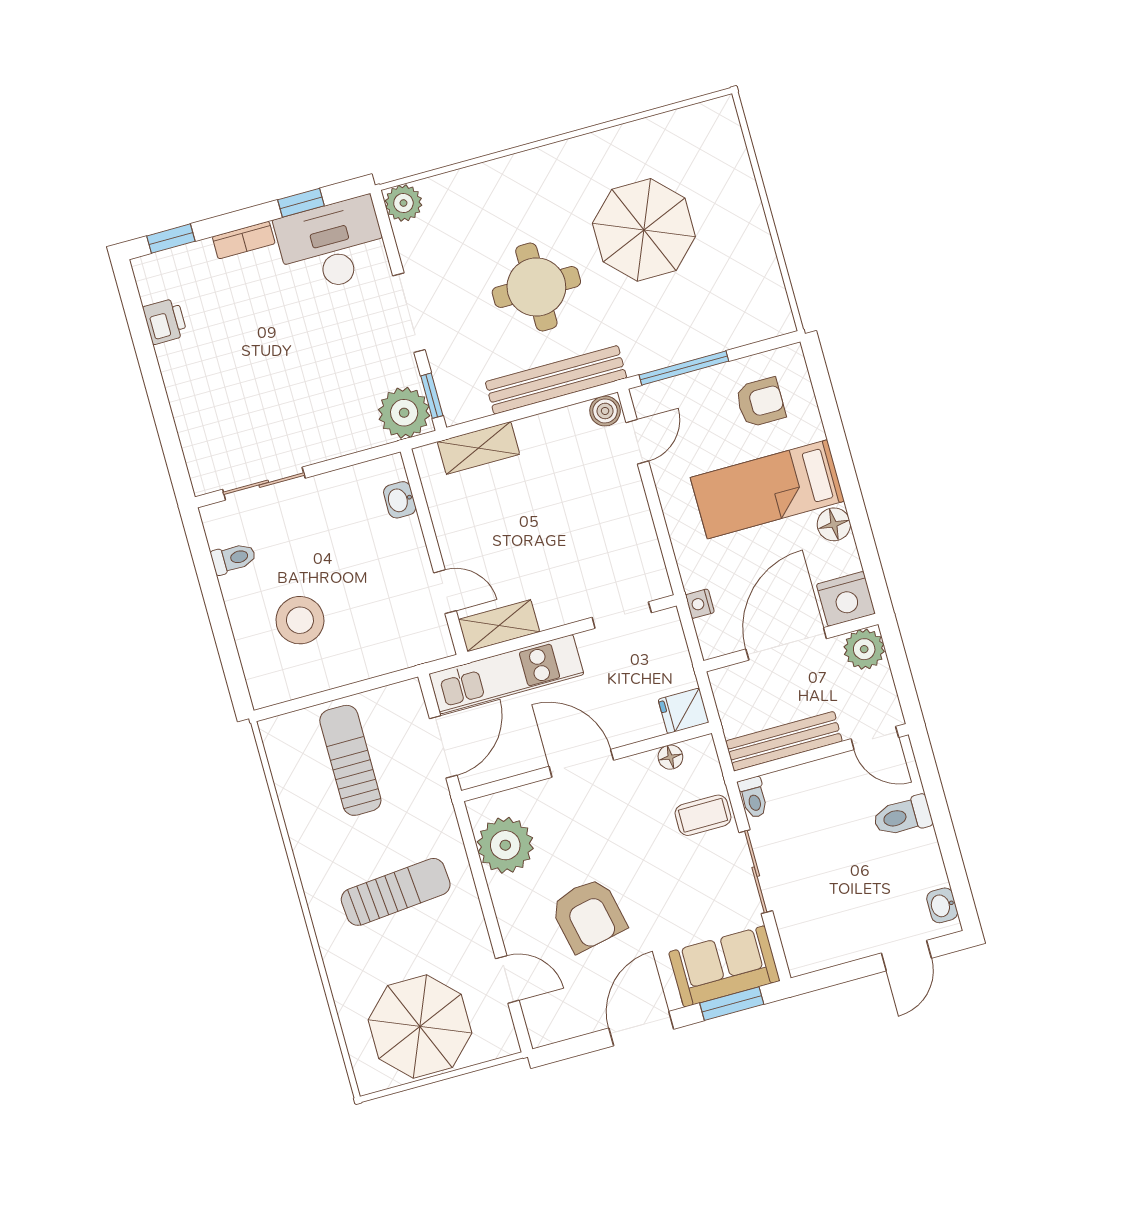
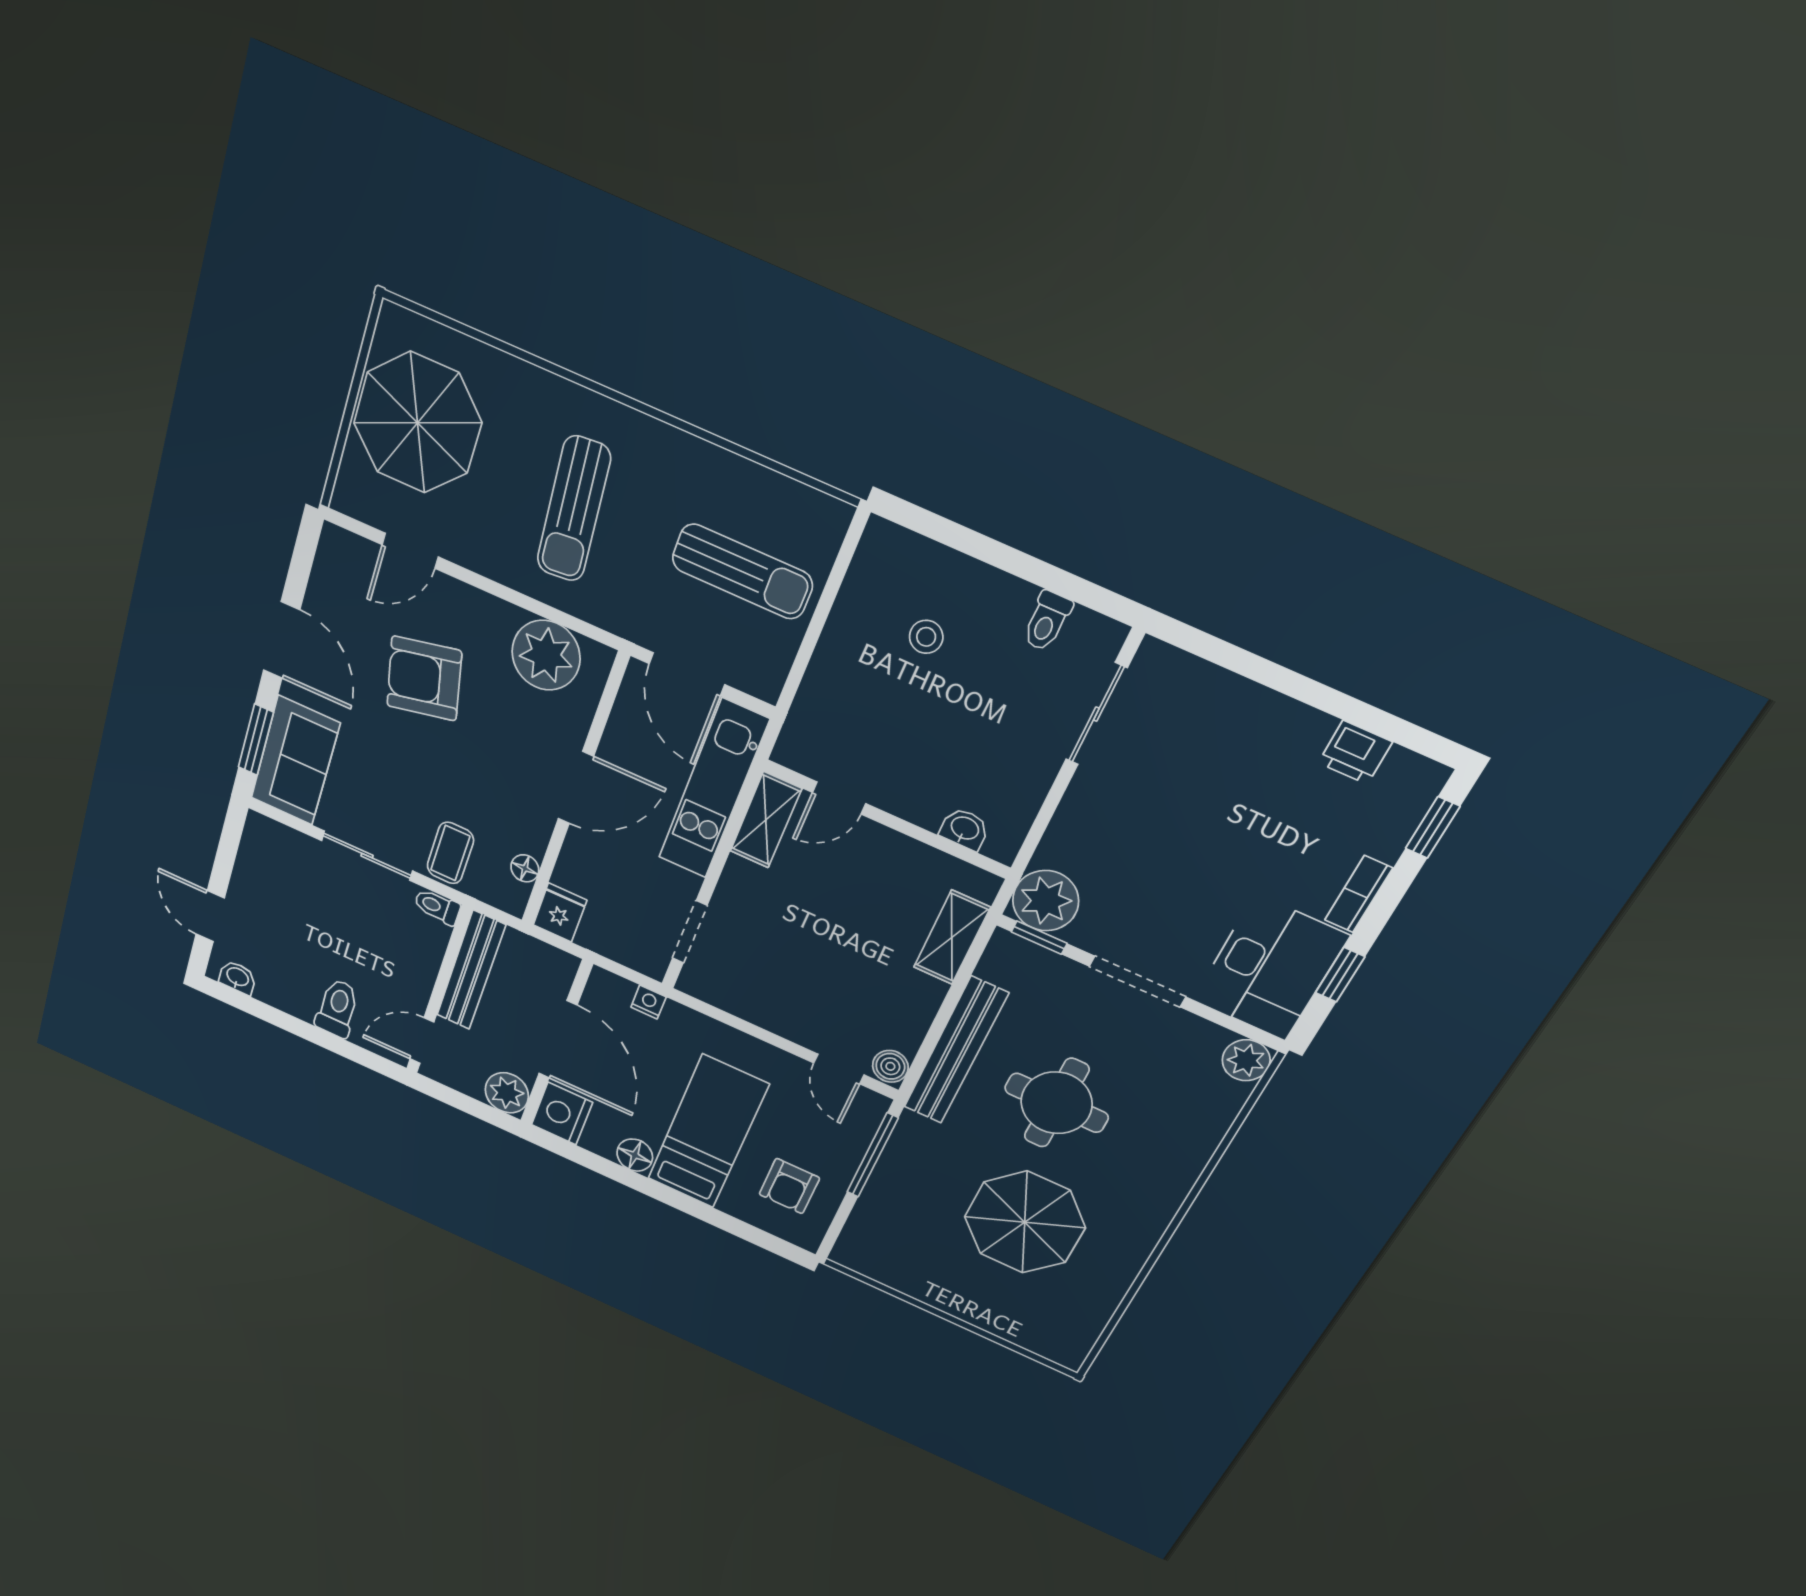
stool: (300, 620) -> (926, 637), width x0.53, depth x0.53

